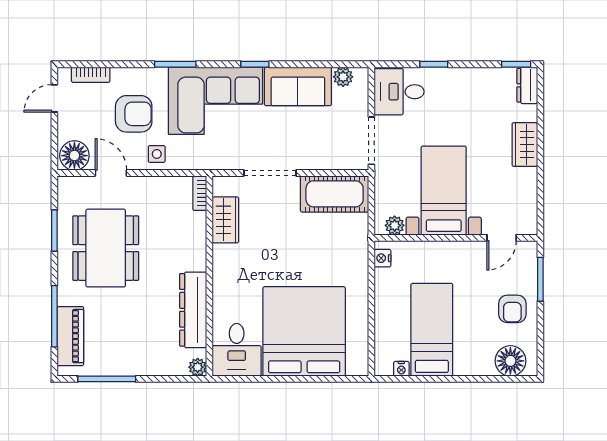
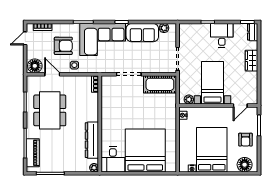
desk: (399, 92) -> (222, 35), moved, turned 90
wardrobe: (225, 220) -> (107, 97), removed
bed: (432, 330) -> (212, 150), width x1.50

